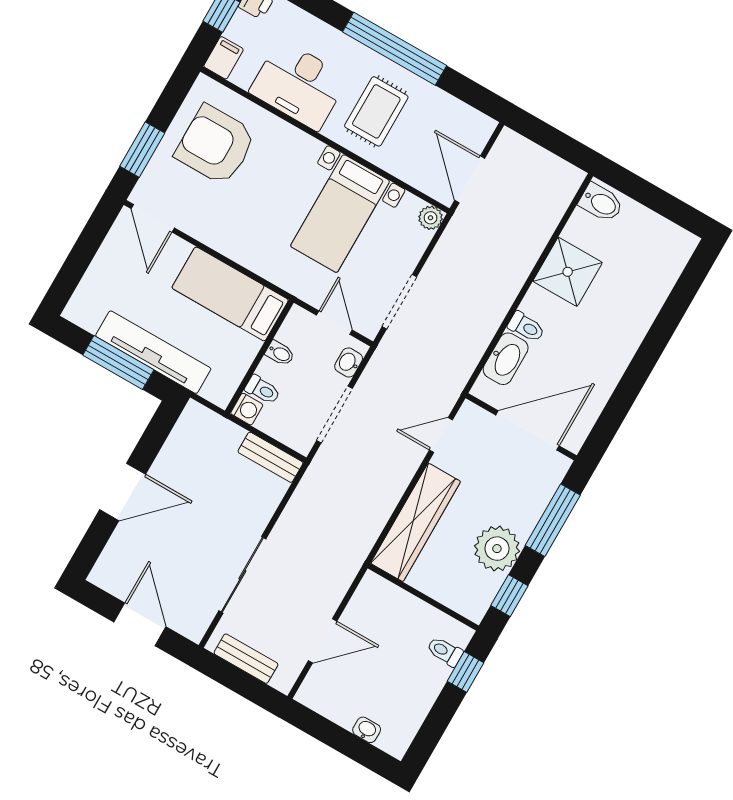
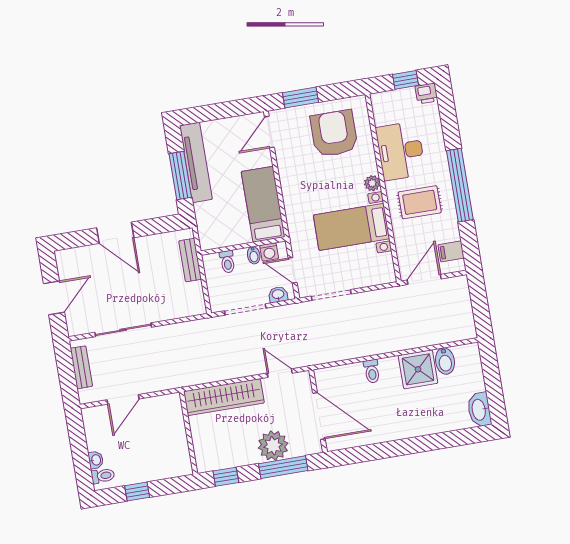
filing cabinet: (223, 58) -> (451, 251), moved, turned 180
bidet: (601, 203) -> (445, 361), moved
plant: (431, 218) -> (372, 183), moved
door: (334, 323) -> (293, 270), swing flipped
tv unit: (153, 352) -> (196, 162), moved
washbasin: (506, 359) -> (479, 410), moved, turned 90
washing machine: (247, 409) -> (269, 252), moved
bench: (270, 457) -> (190, 260), moved
plant: (497, 549) -> (273, 446), moved
door: (323, 641) -> (123, 399), hinge flipped
toilet: (445, 651) -> (103, 476), moved, turned 90
window: (465, 672) -> (137, 492), moved

